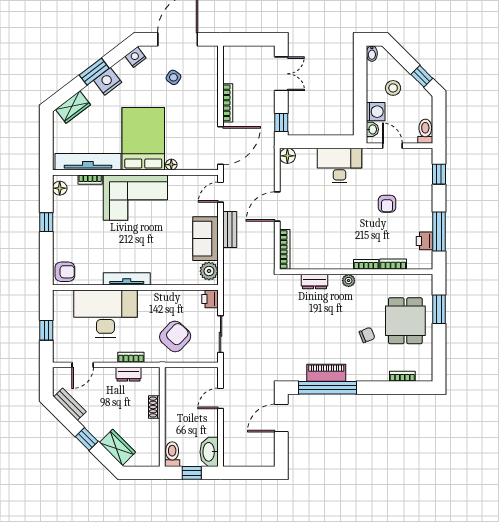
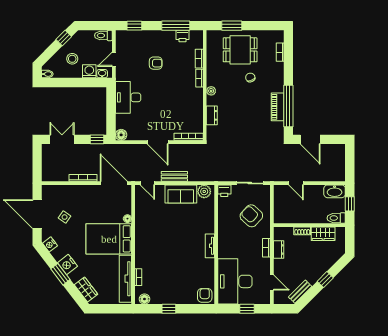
corner sofa: (135, 198) -> (151, 245), removed
tv unit: (127, 279) -> (210, 246), width x0.71
desk: (105, 314) -> (235, 281), moved
wardrobe: (117, 447) -> (323, 234), moved, turned -135

